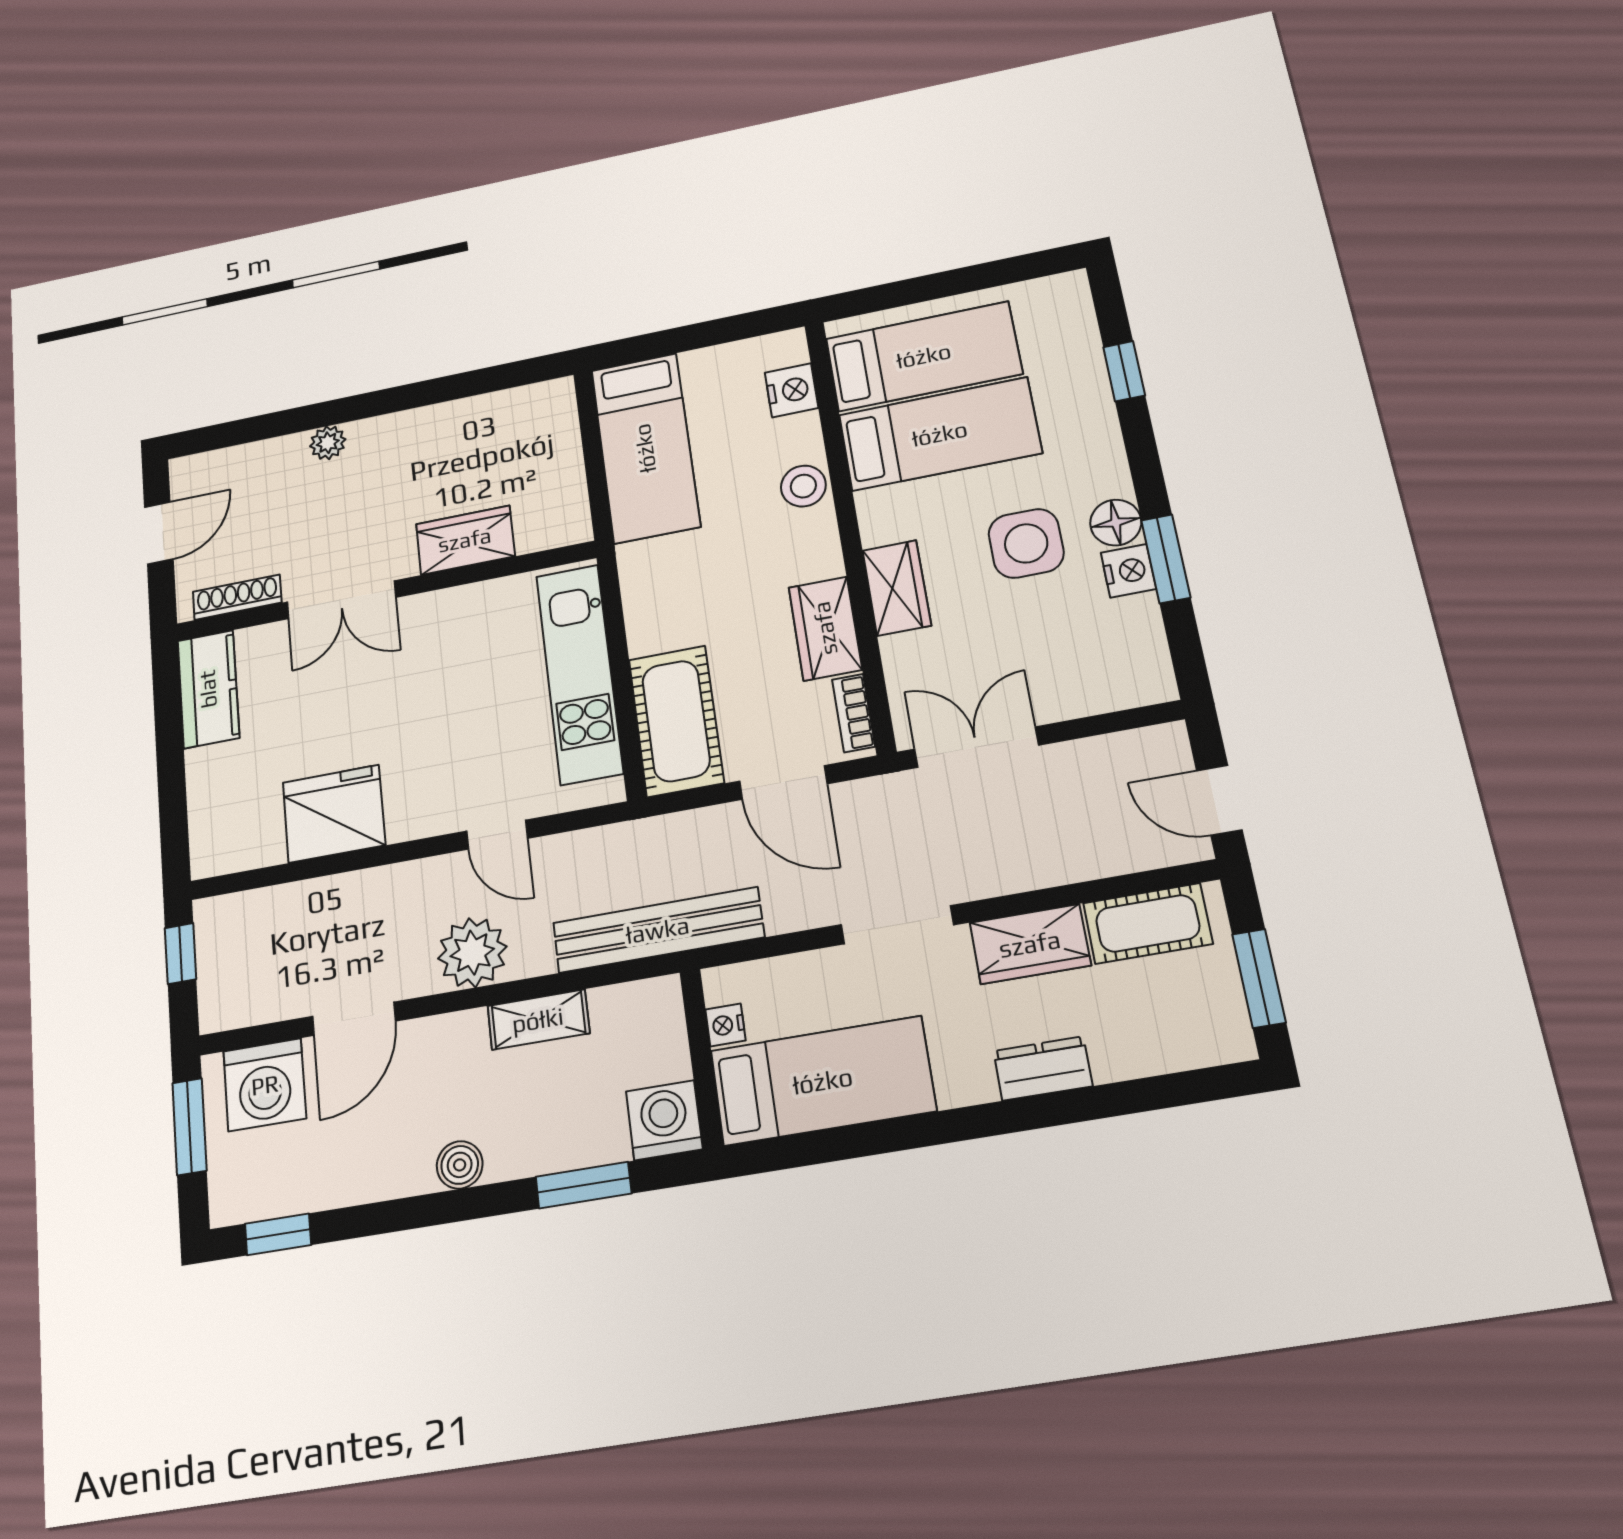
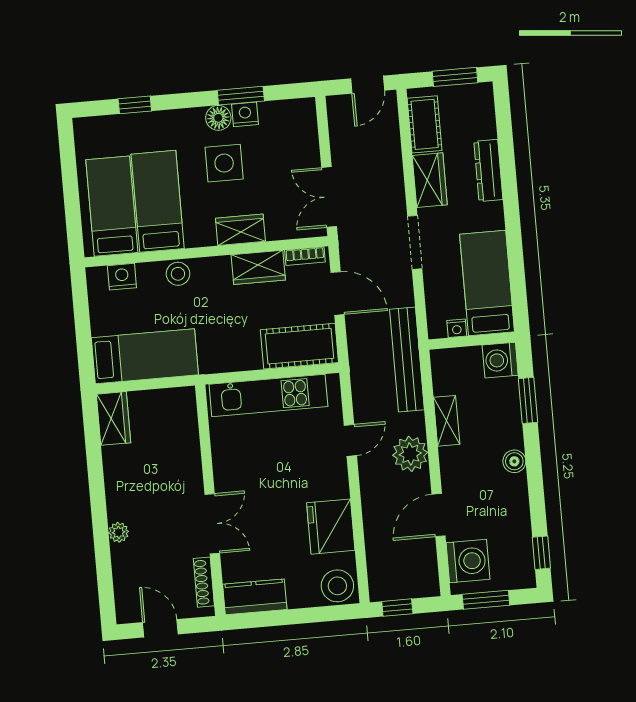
wardrobe: (465, 540) -> (113, 418), moved, turned 180
door: (783, 782) -> (338, 293), hinge flipped
stool: (224, 837) -> (337, 586), added
door: (354, 1019) -> (439, 515), swing flipped
dresser: (1043, 1068) -> (488, 170), width x1.44

